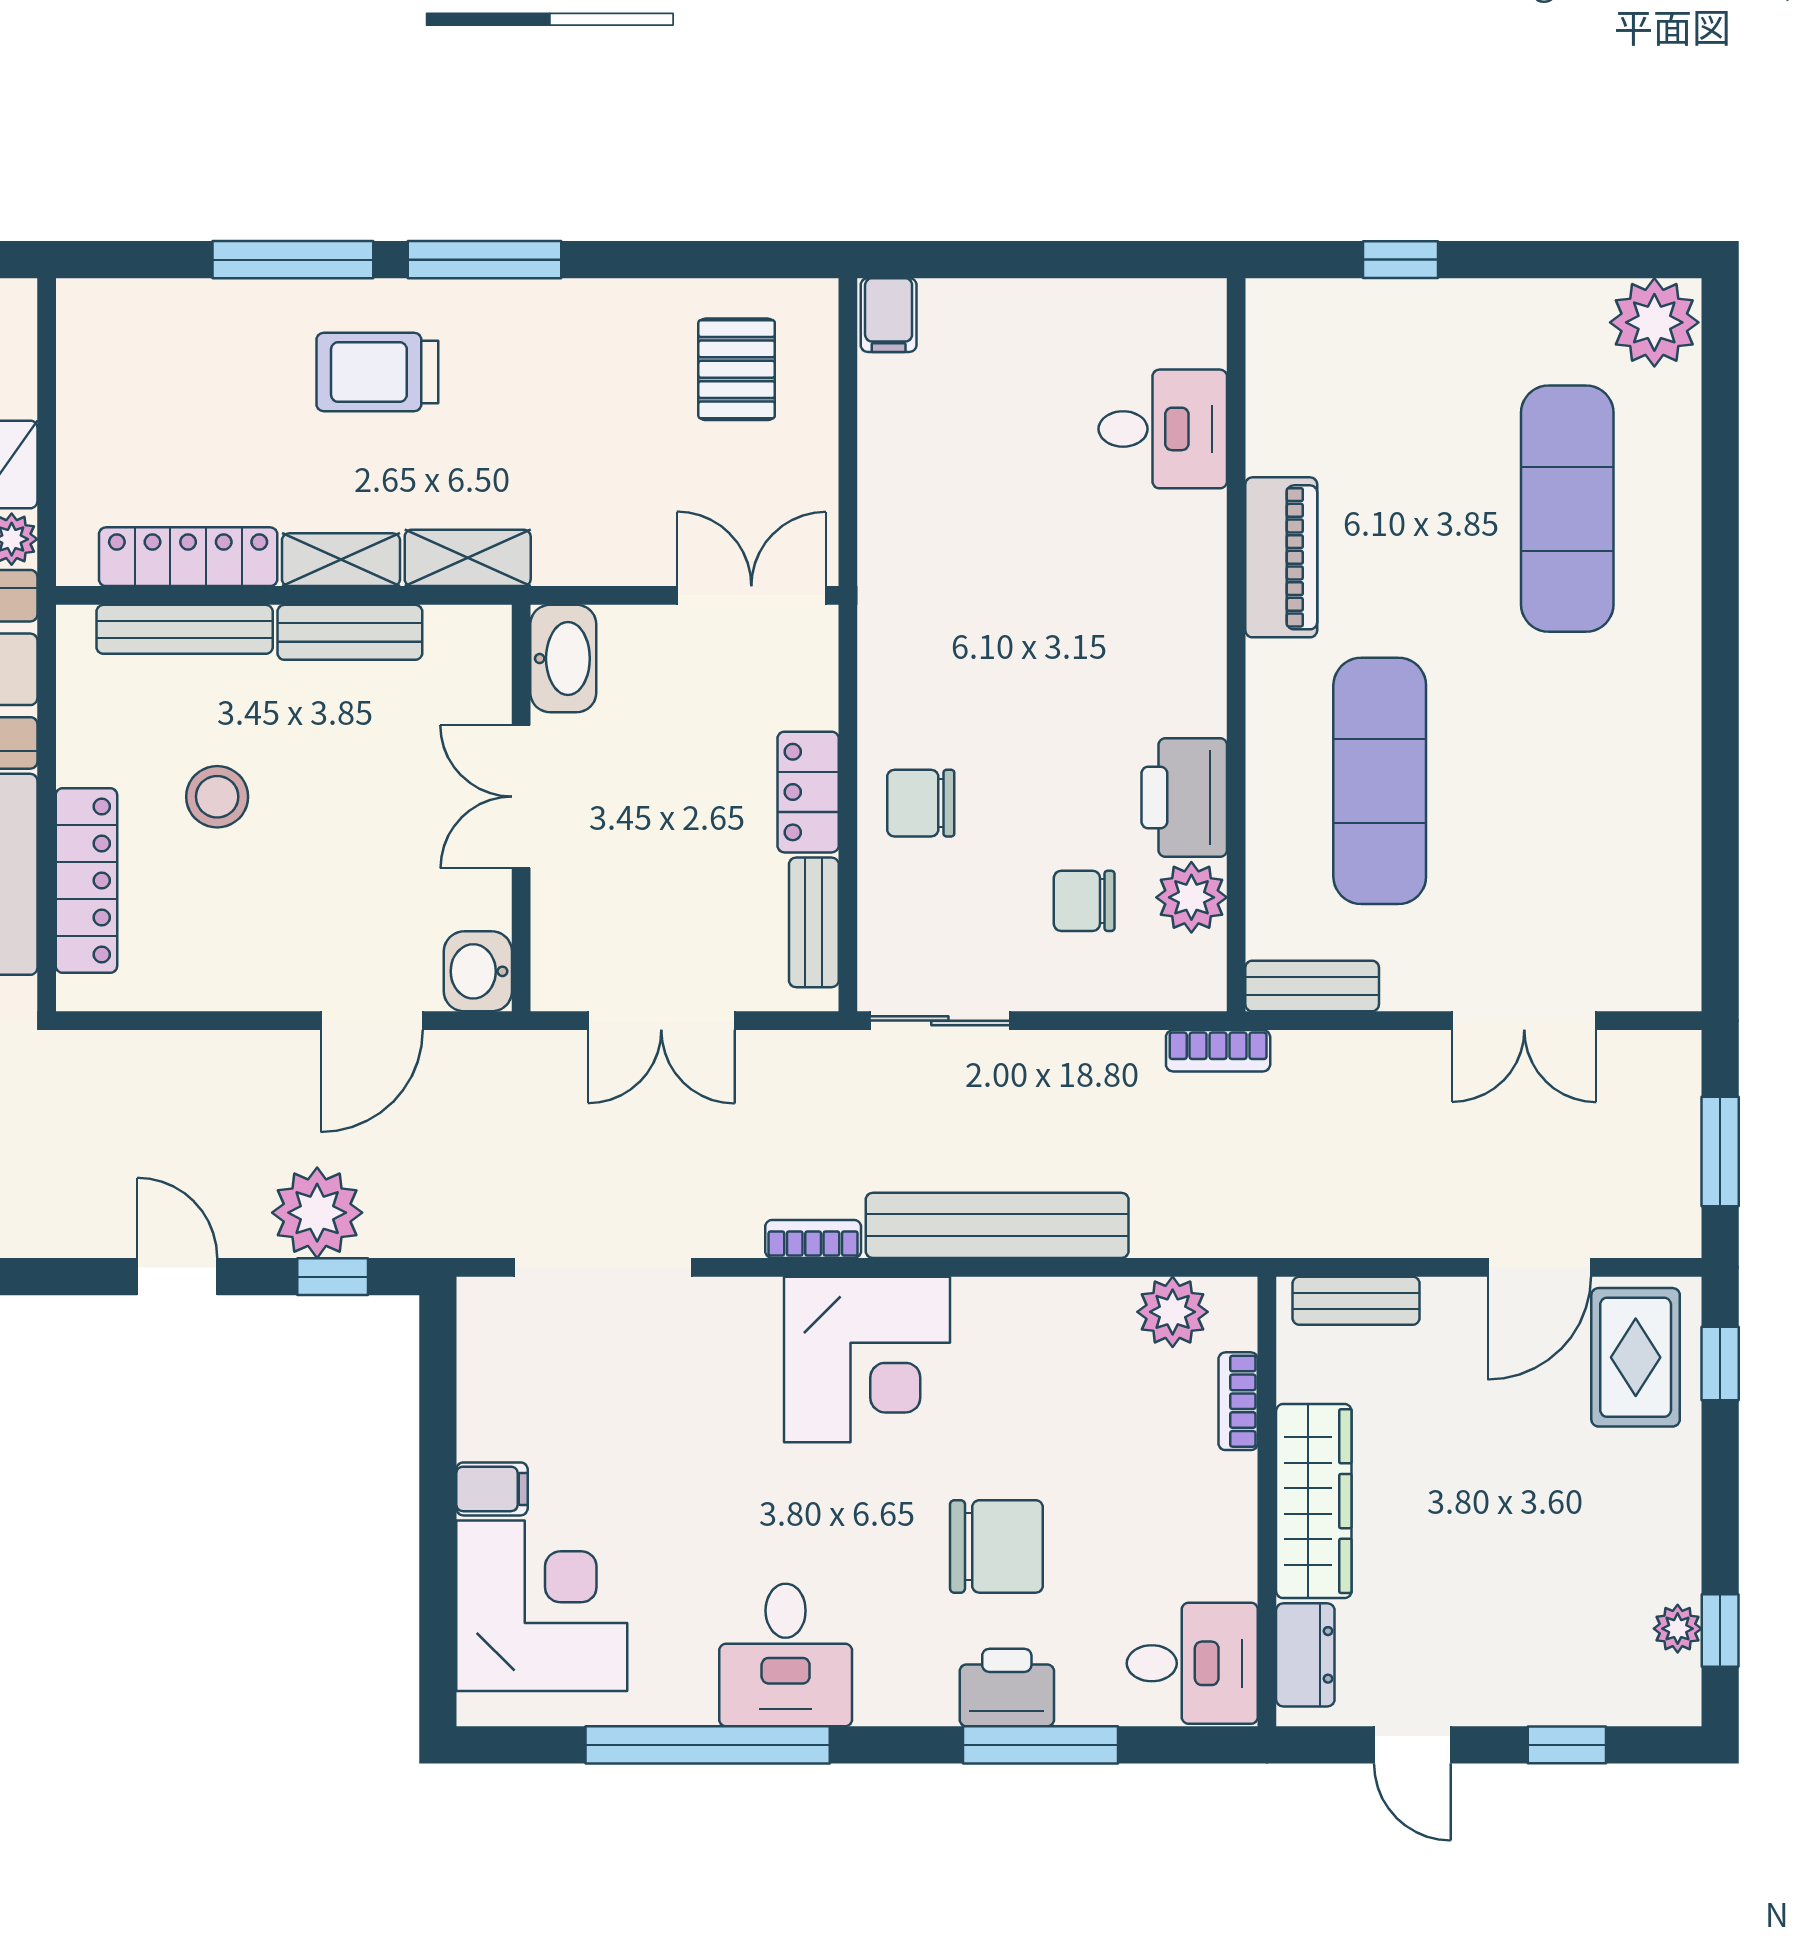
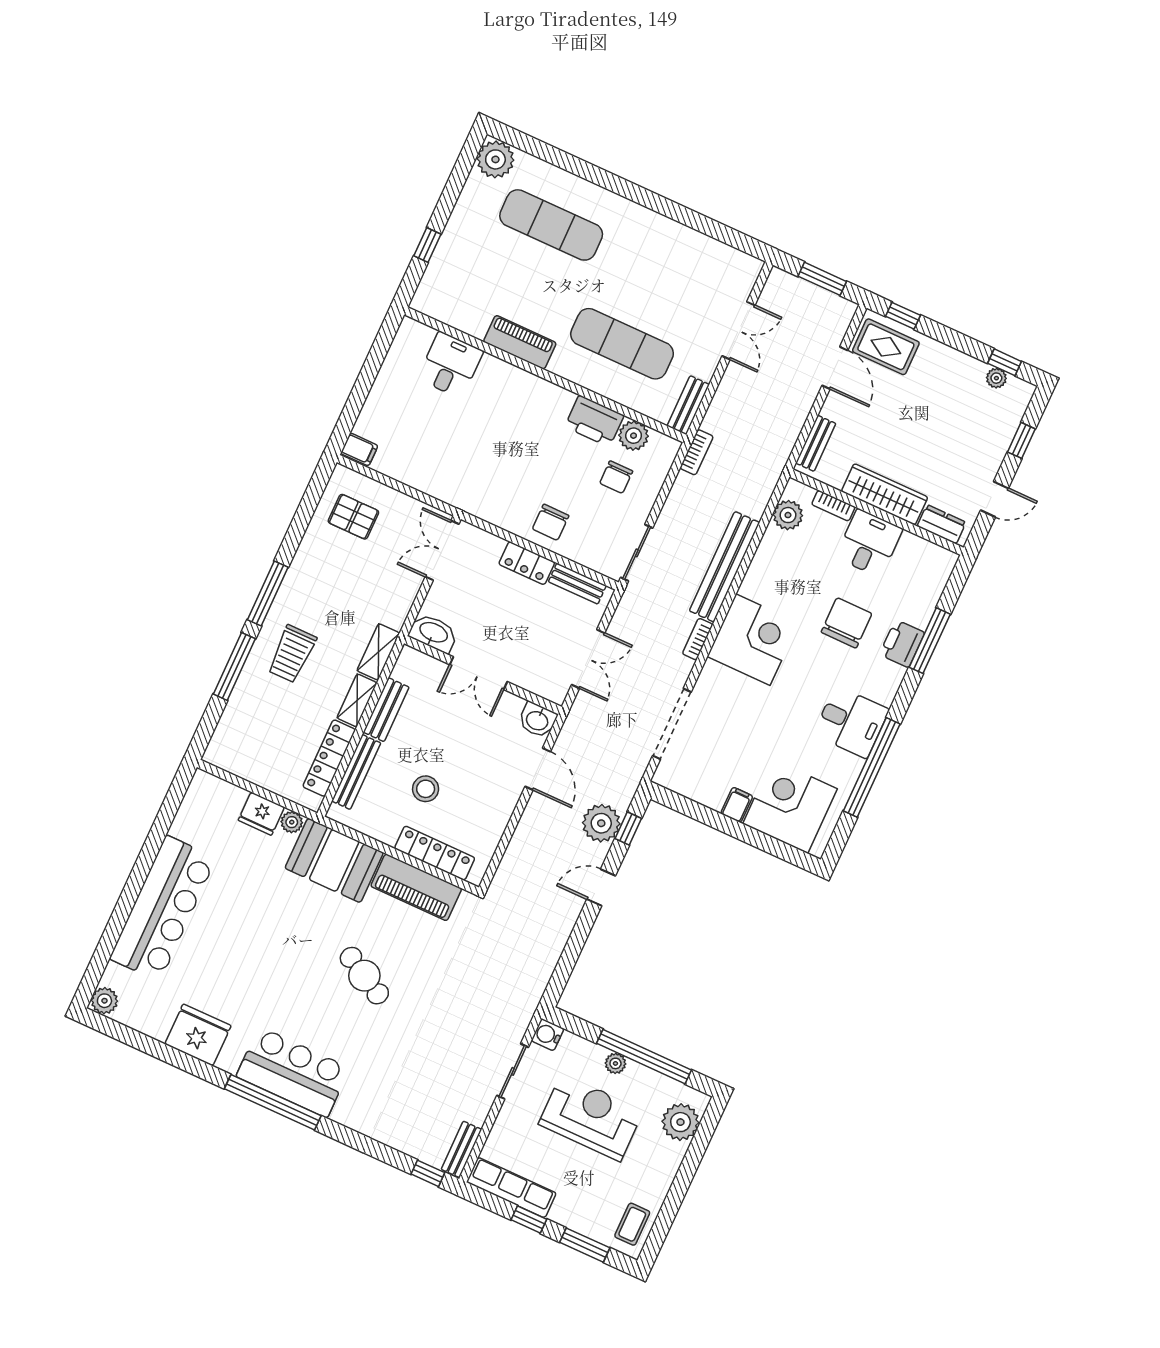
desk: (1192, 1663) -> (869, 543), moved

